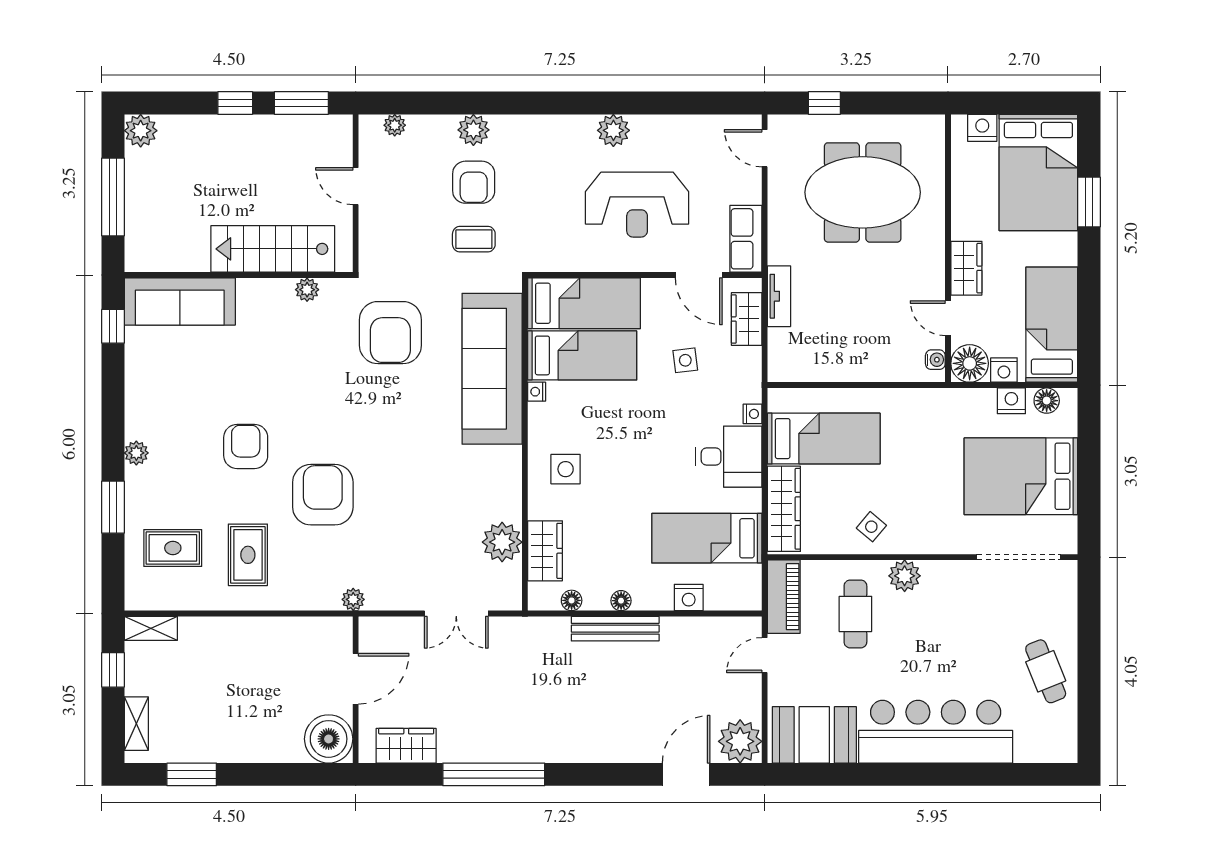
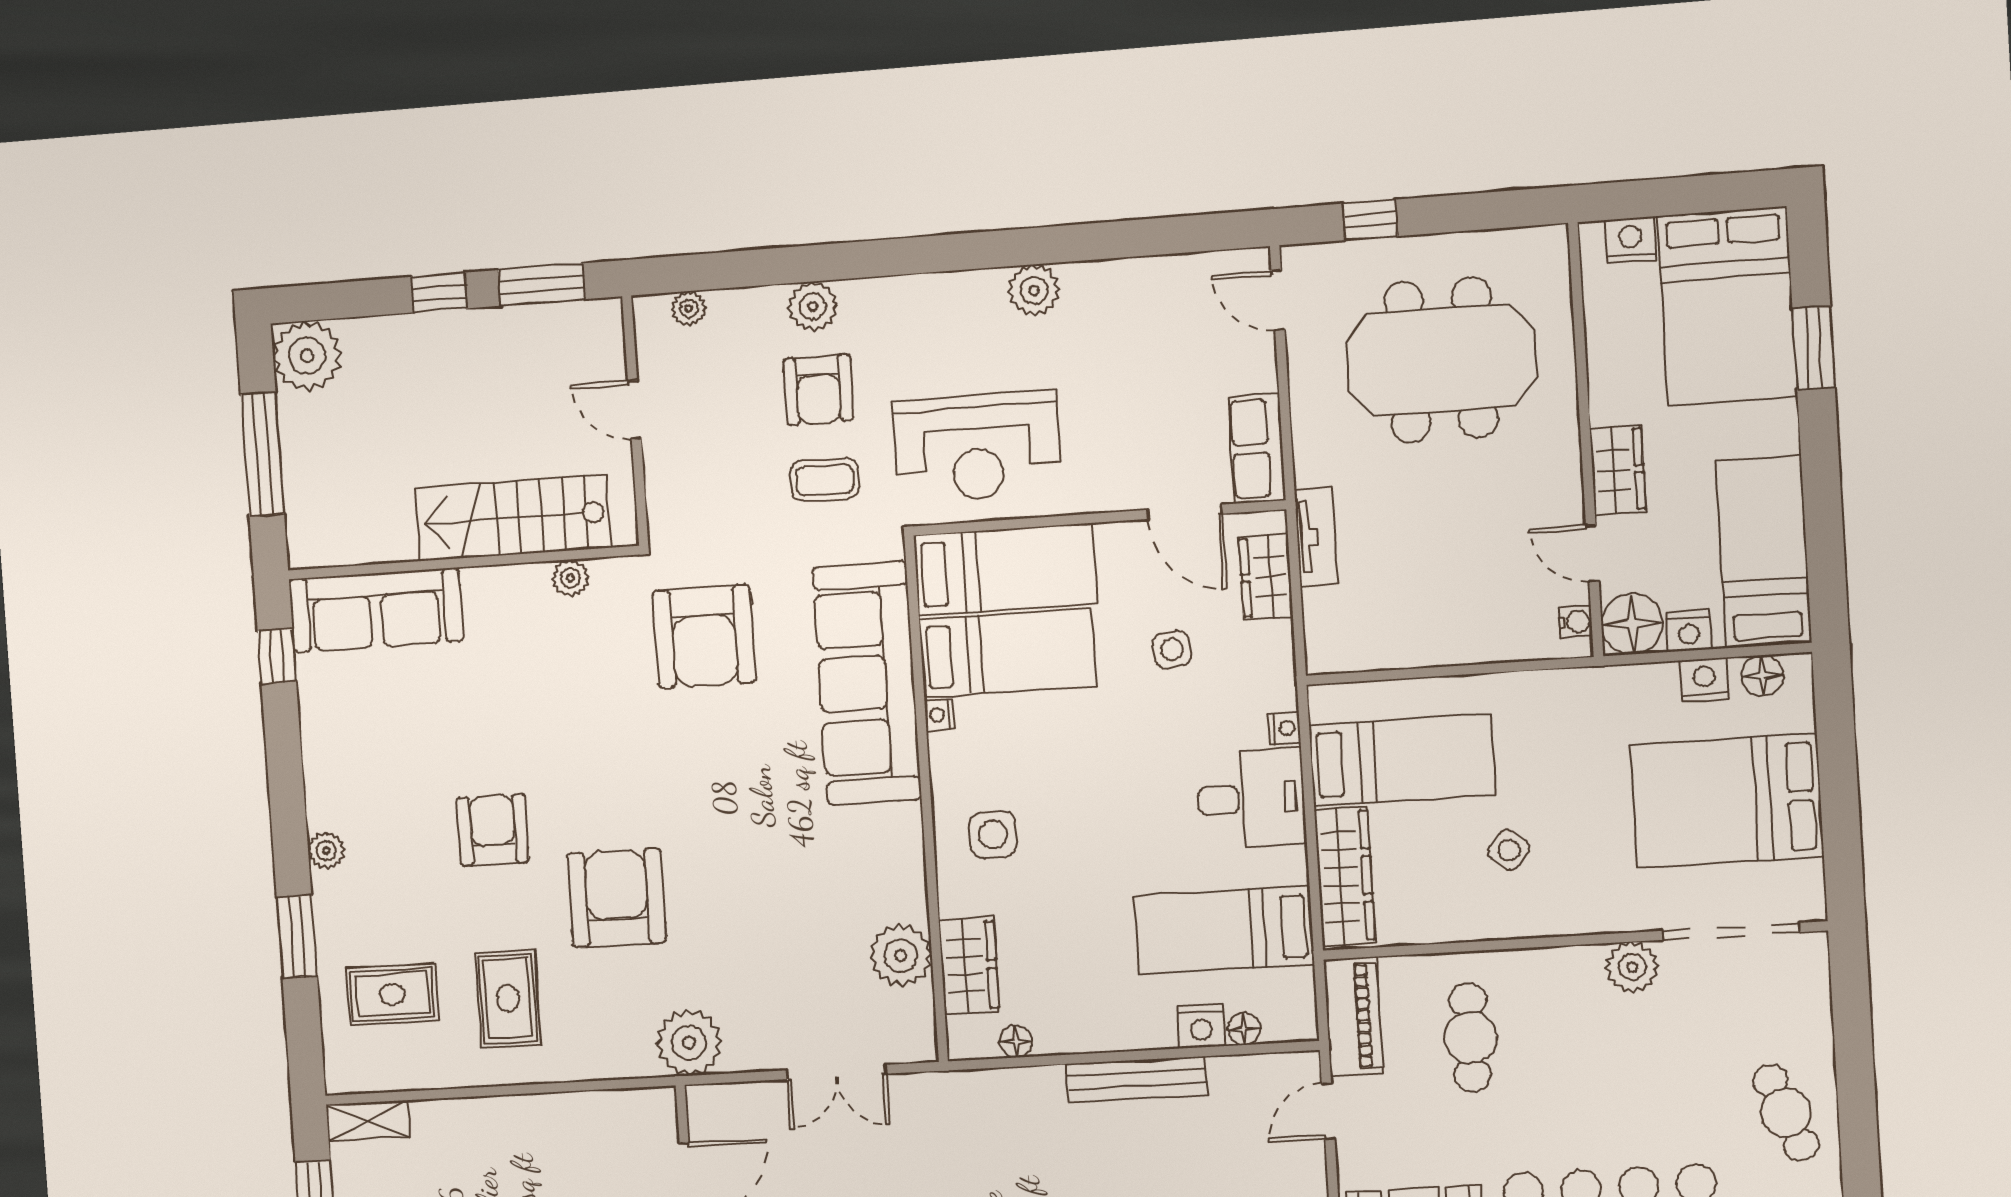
plant: (141, 131) -> (307, 356), width x1.36, depth x1.36
reception desk: (637, 205) -> (977, 447), moved
side table: (871, 527) -> (1509, 850), moved
plant: (905, 576) -> (1632, 967), moved
plant: (353, 599) -> (689, 1043), width x1.88, depth x1.88
floor lamp: (621, 601) -> (1244, 1029), moved
bench: (615, 629) -> (1137, 1079), moved

